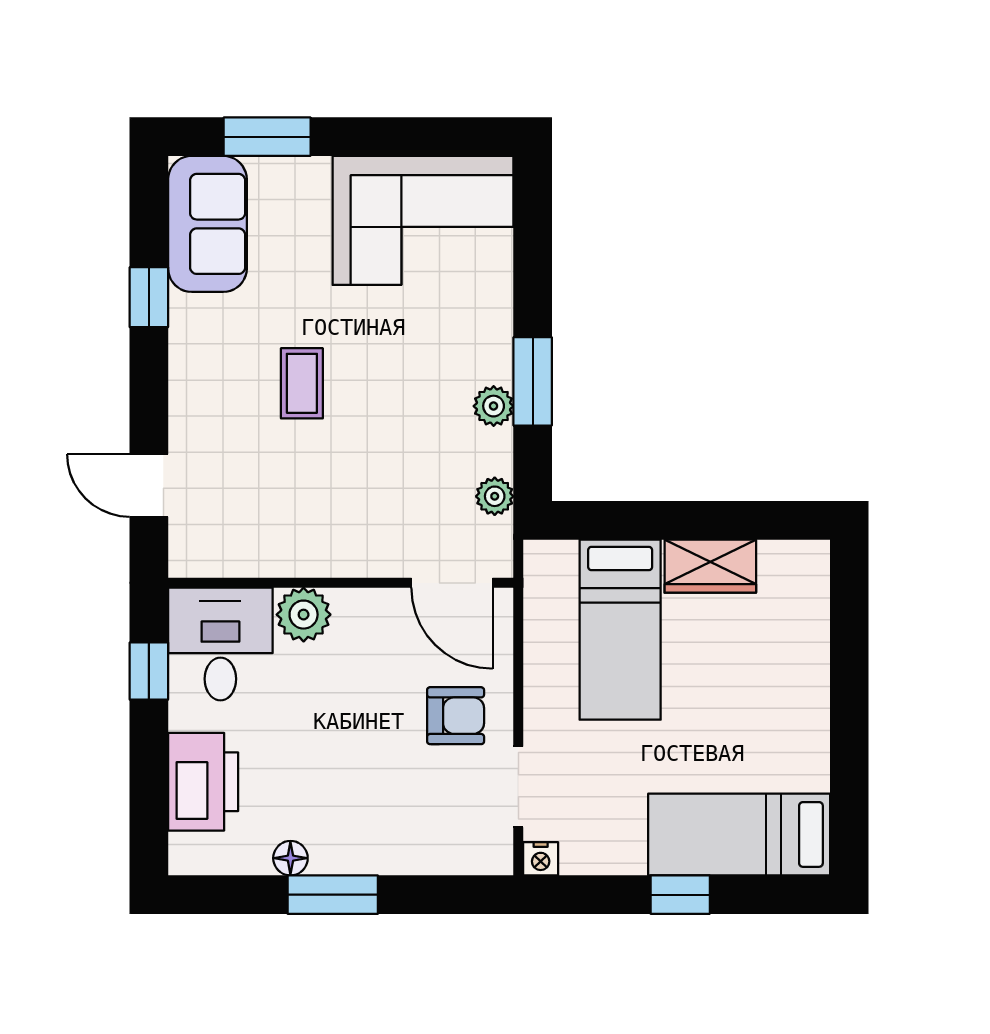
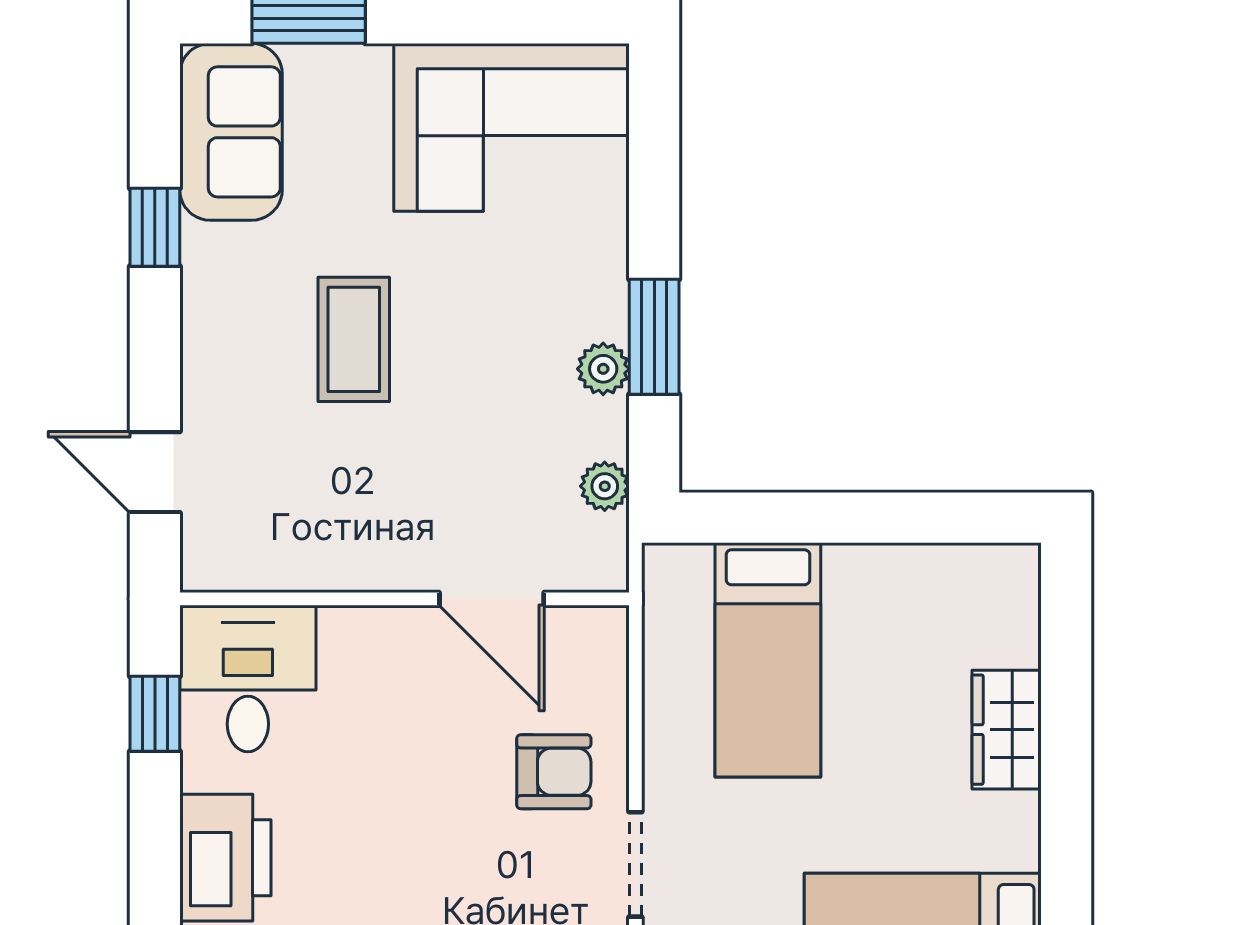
coffee table: (302, 383) -> (354, 339), width x1.36, depth x1.30
wardrobe: (710, 566) -> (1007, 730), moved, turned 90
door: (452, 583) -> (492, 599), moved
plant: (304, 615) -> (356, 640), removed

